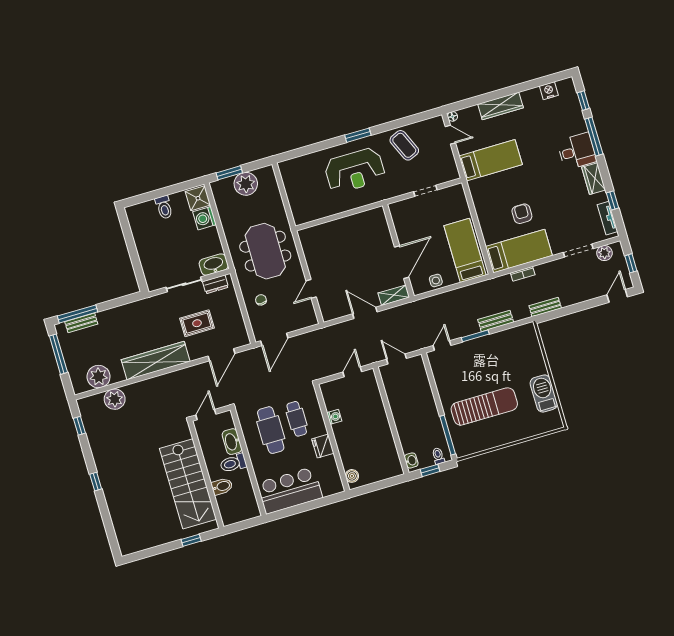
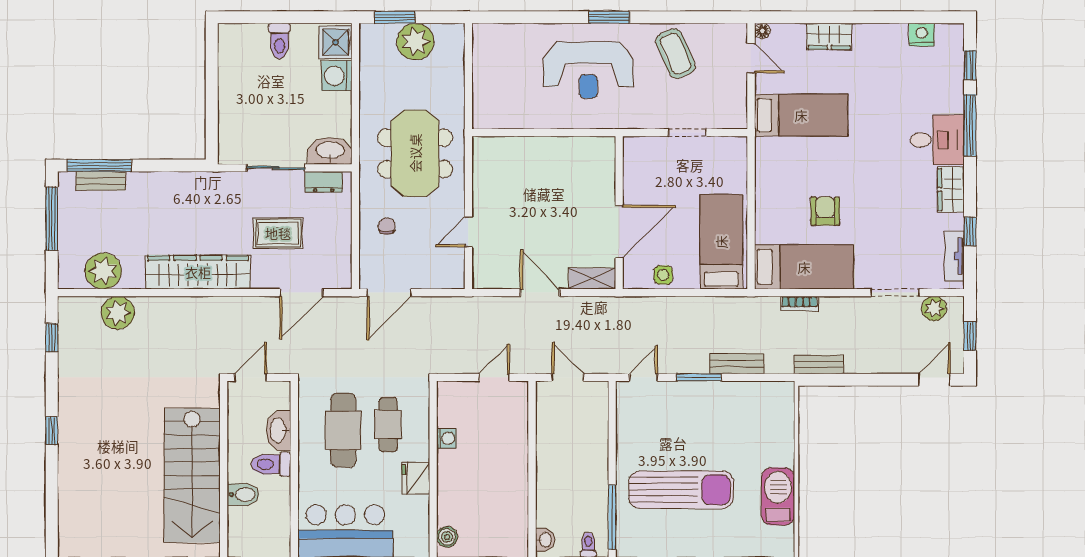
wardrobe: (500, 106) -> (829, 36), width x0.67

